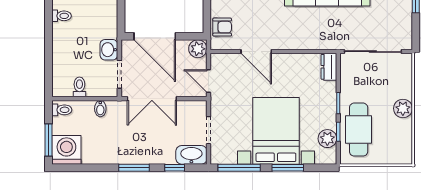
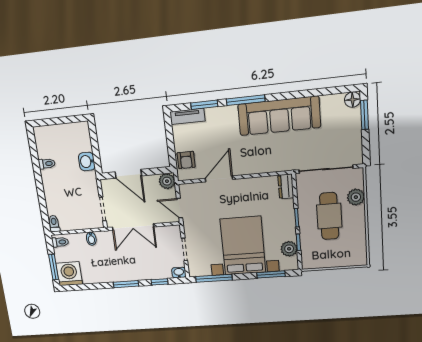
armchair: (222, 27) -> (186, 160), turned 90
door: (155, 36) -> (128, 174), width x0.73
washbasin: (109, 50) -> (87, 162), moved
door: (256, 52) -> (219, 179), swing flipped
toilet: (79, 87) -> (54, 224), moved
plant: (403, 108) -> (356, 197), moved
cafe table: (359, 130) -> (329, 216), moved
washbasin: (191, 155) -> (179, 273), width x0.52, depth x0.69
window: (288, 168) -> (271, 274), moved

